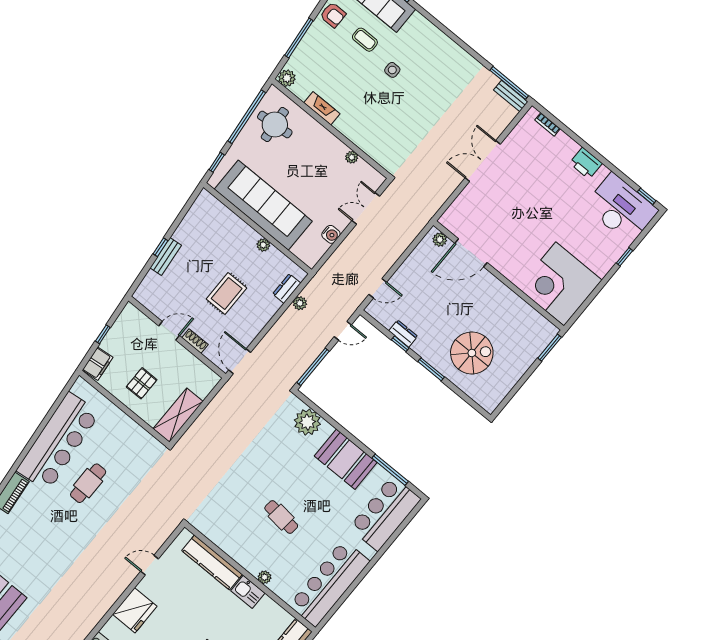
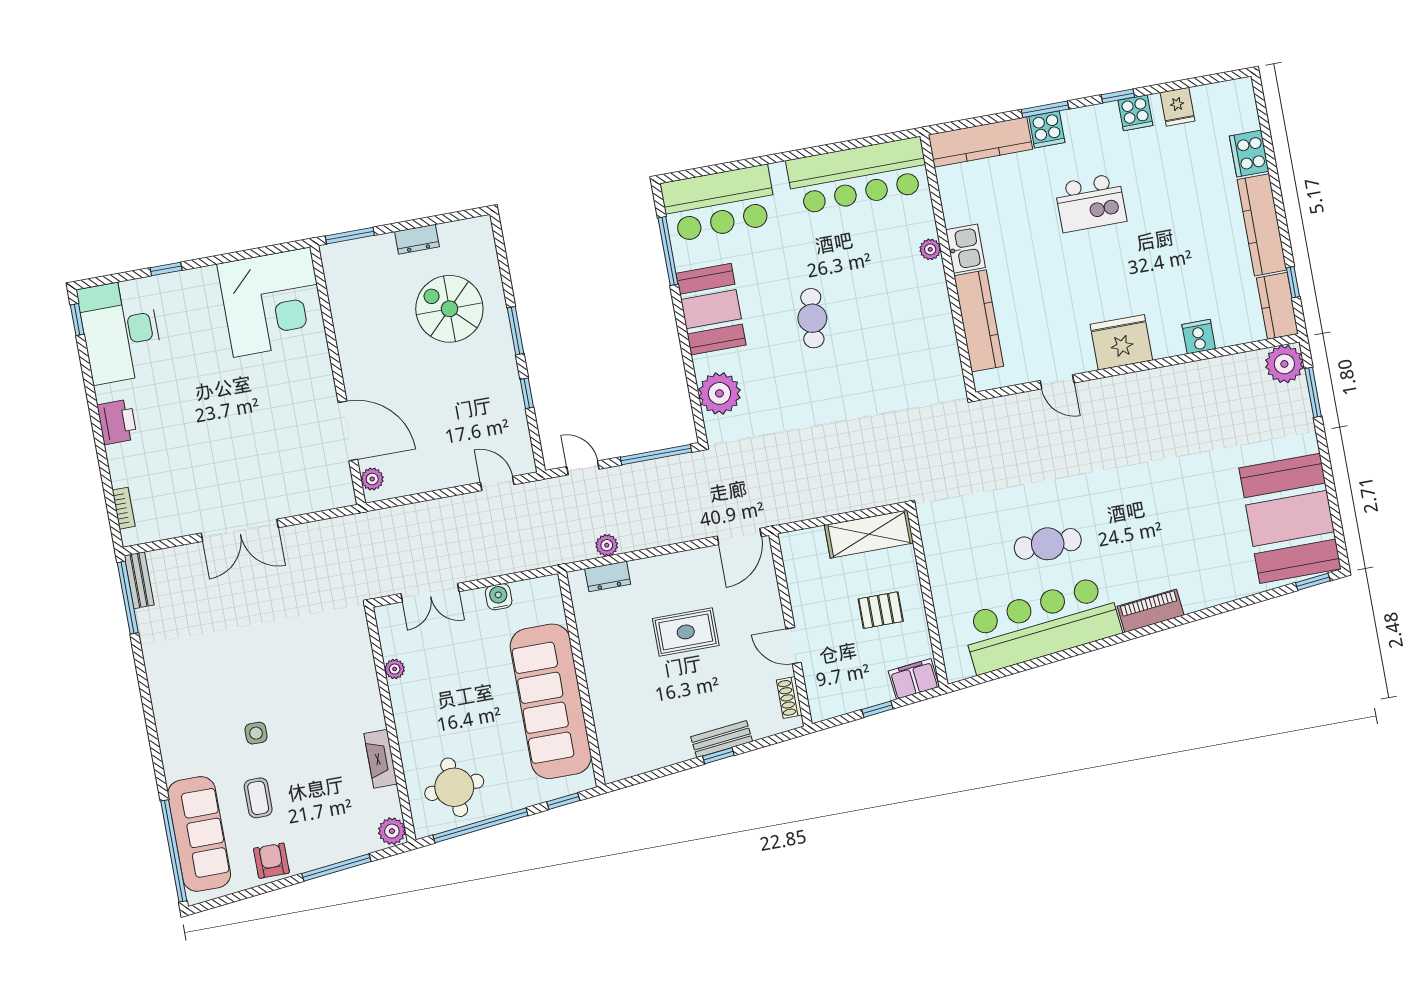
plant: (263, 245) -> (592, 653), removed
dresser: (403, 334) -> (417, 239), moved, turned -90
shoe rack: (195, 341) -> (789, 697), moved
cafe table: (281, 517) -> (812, 318), moved

